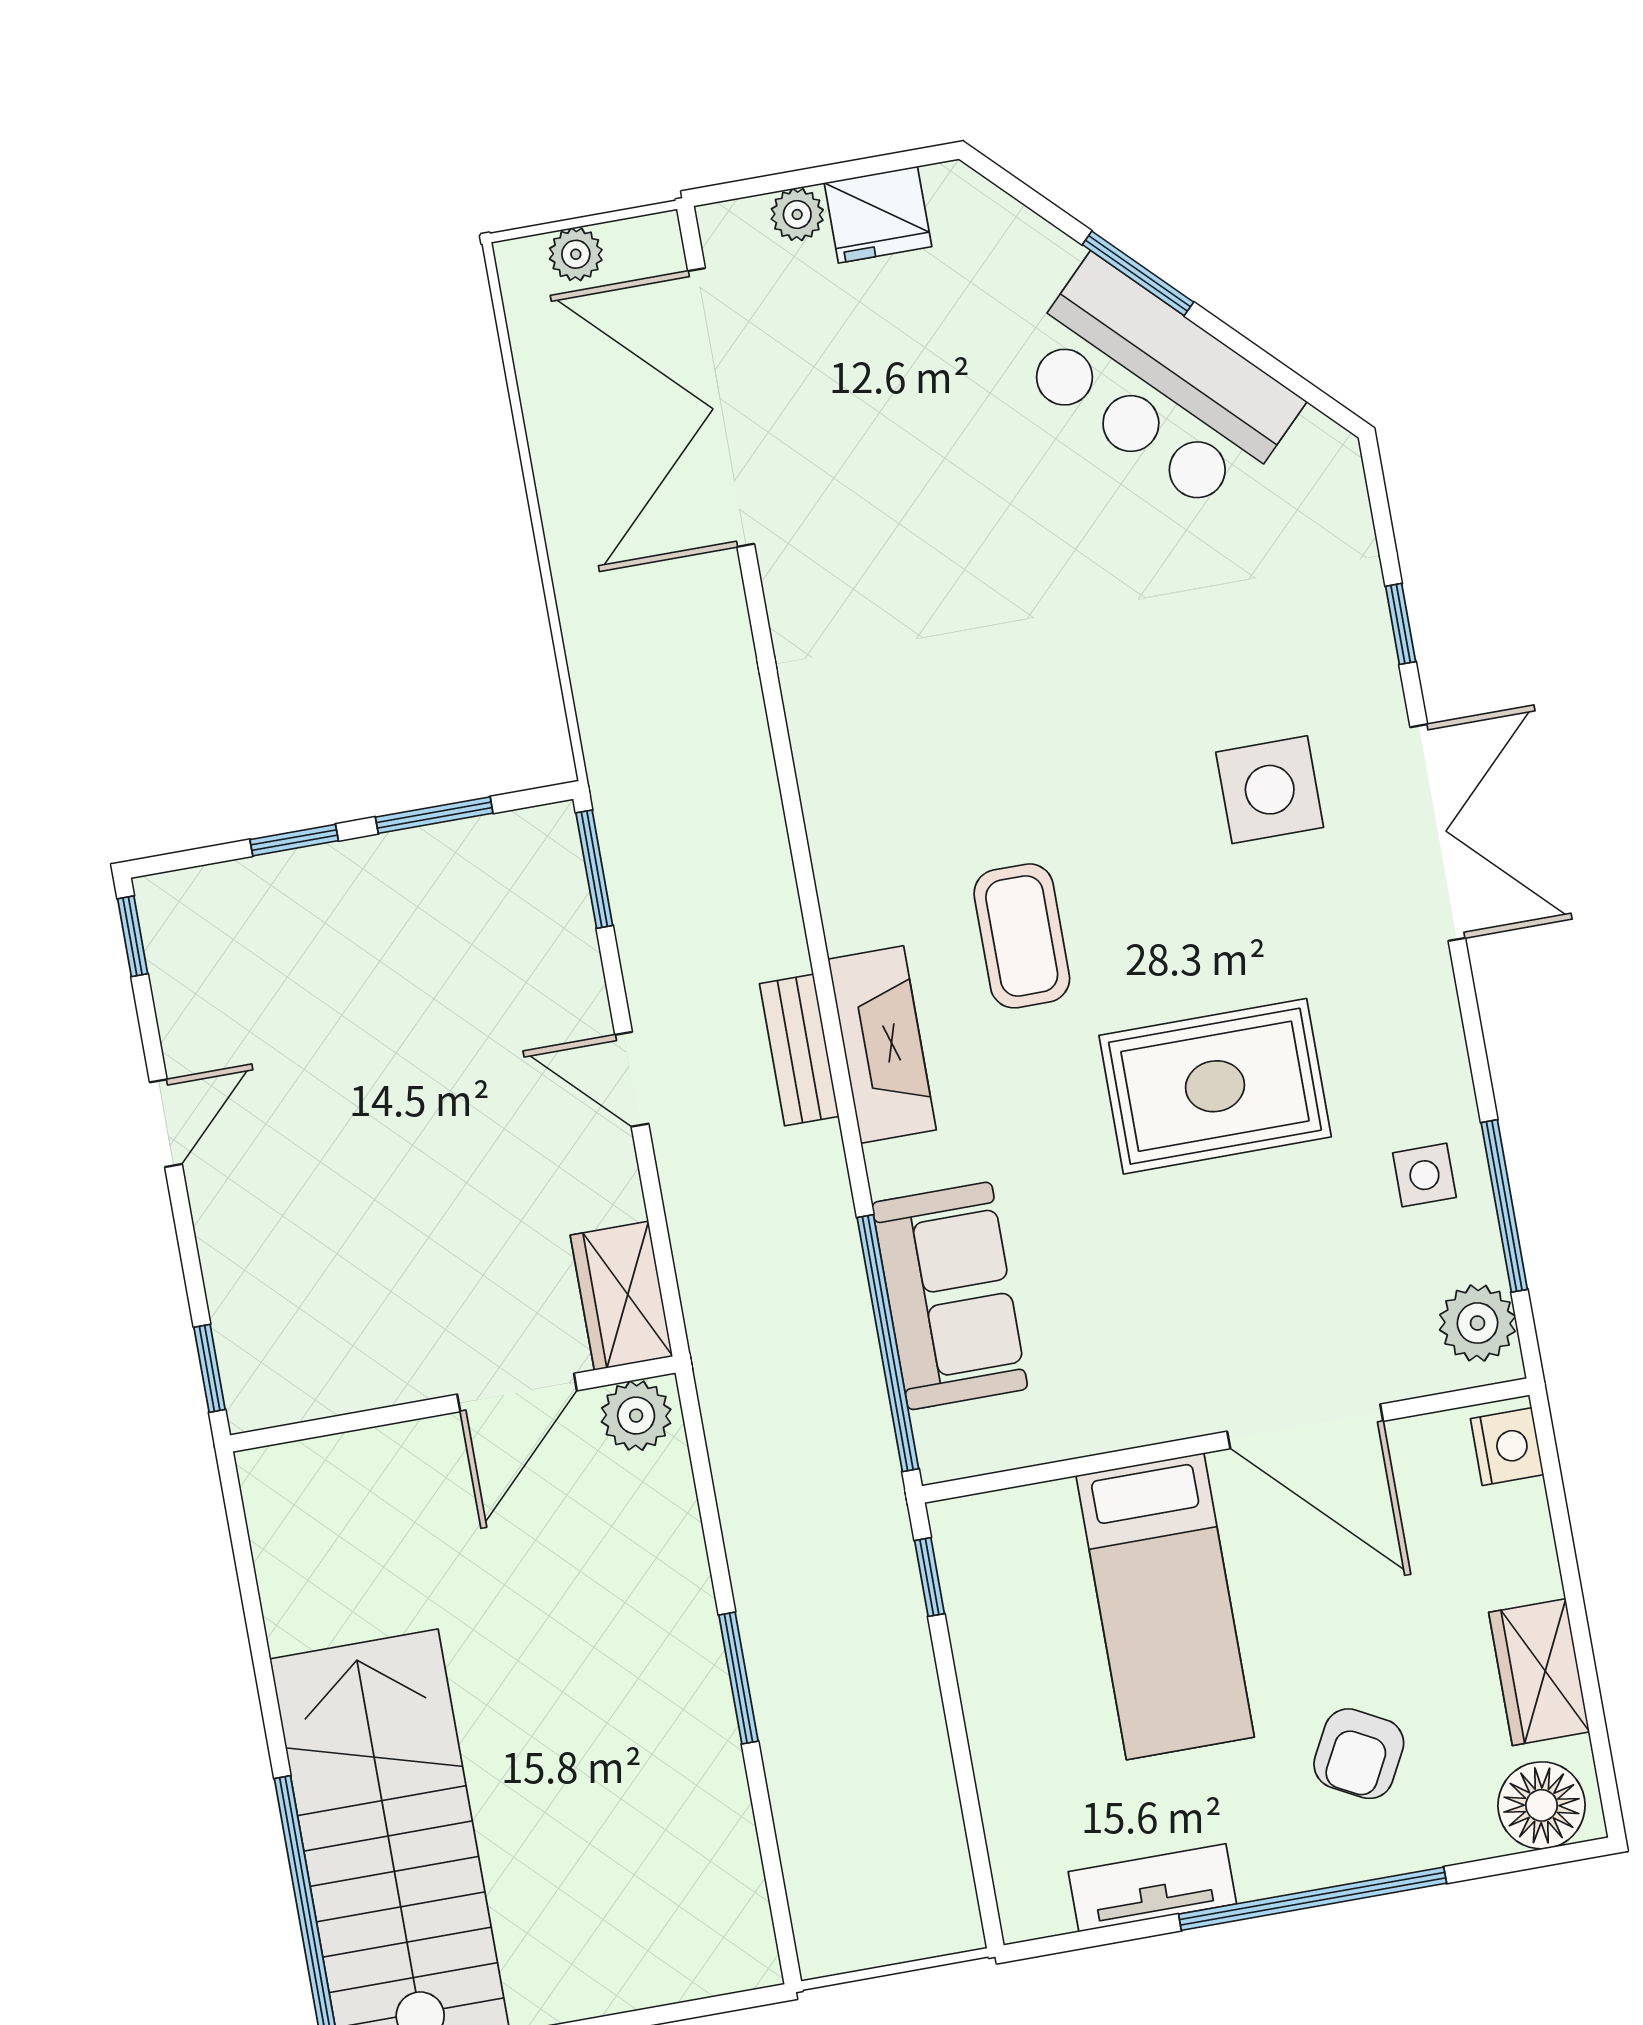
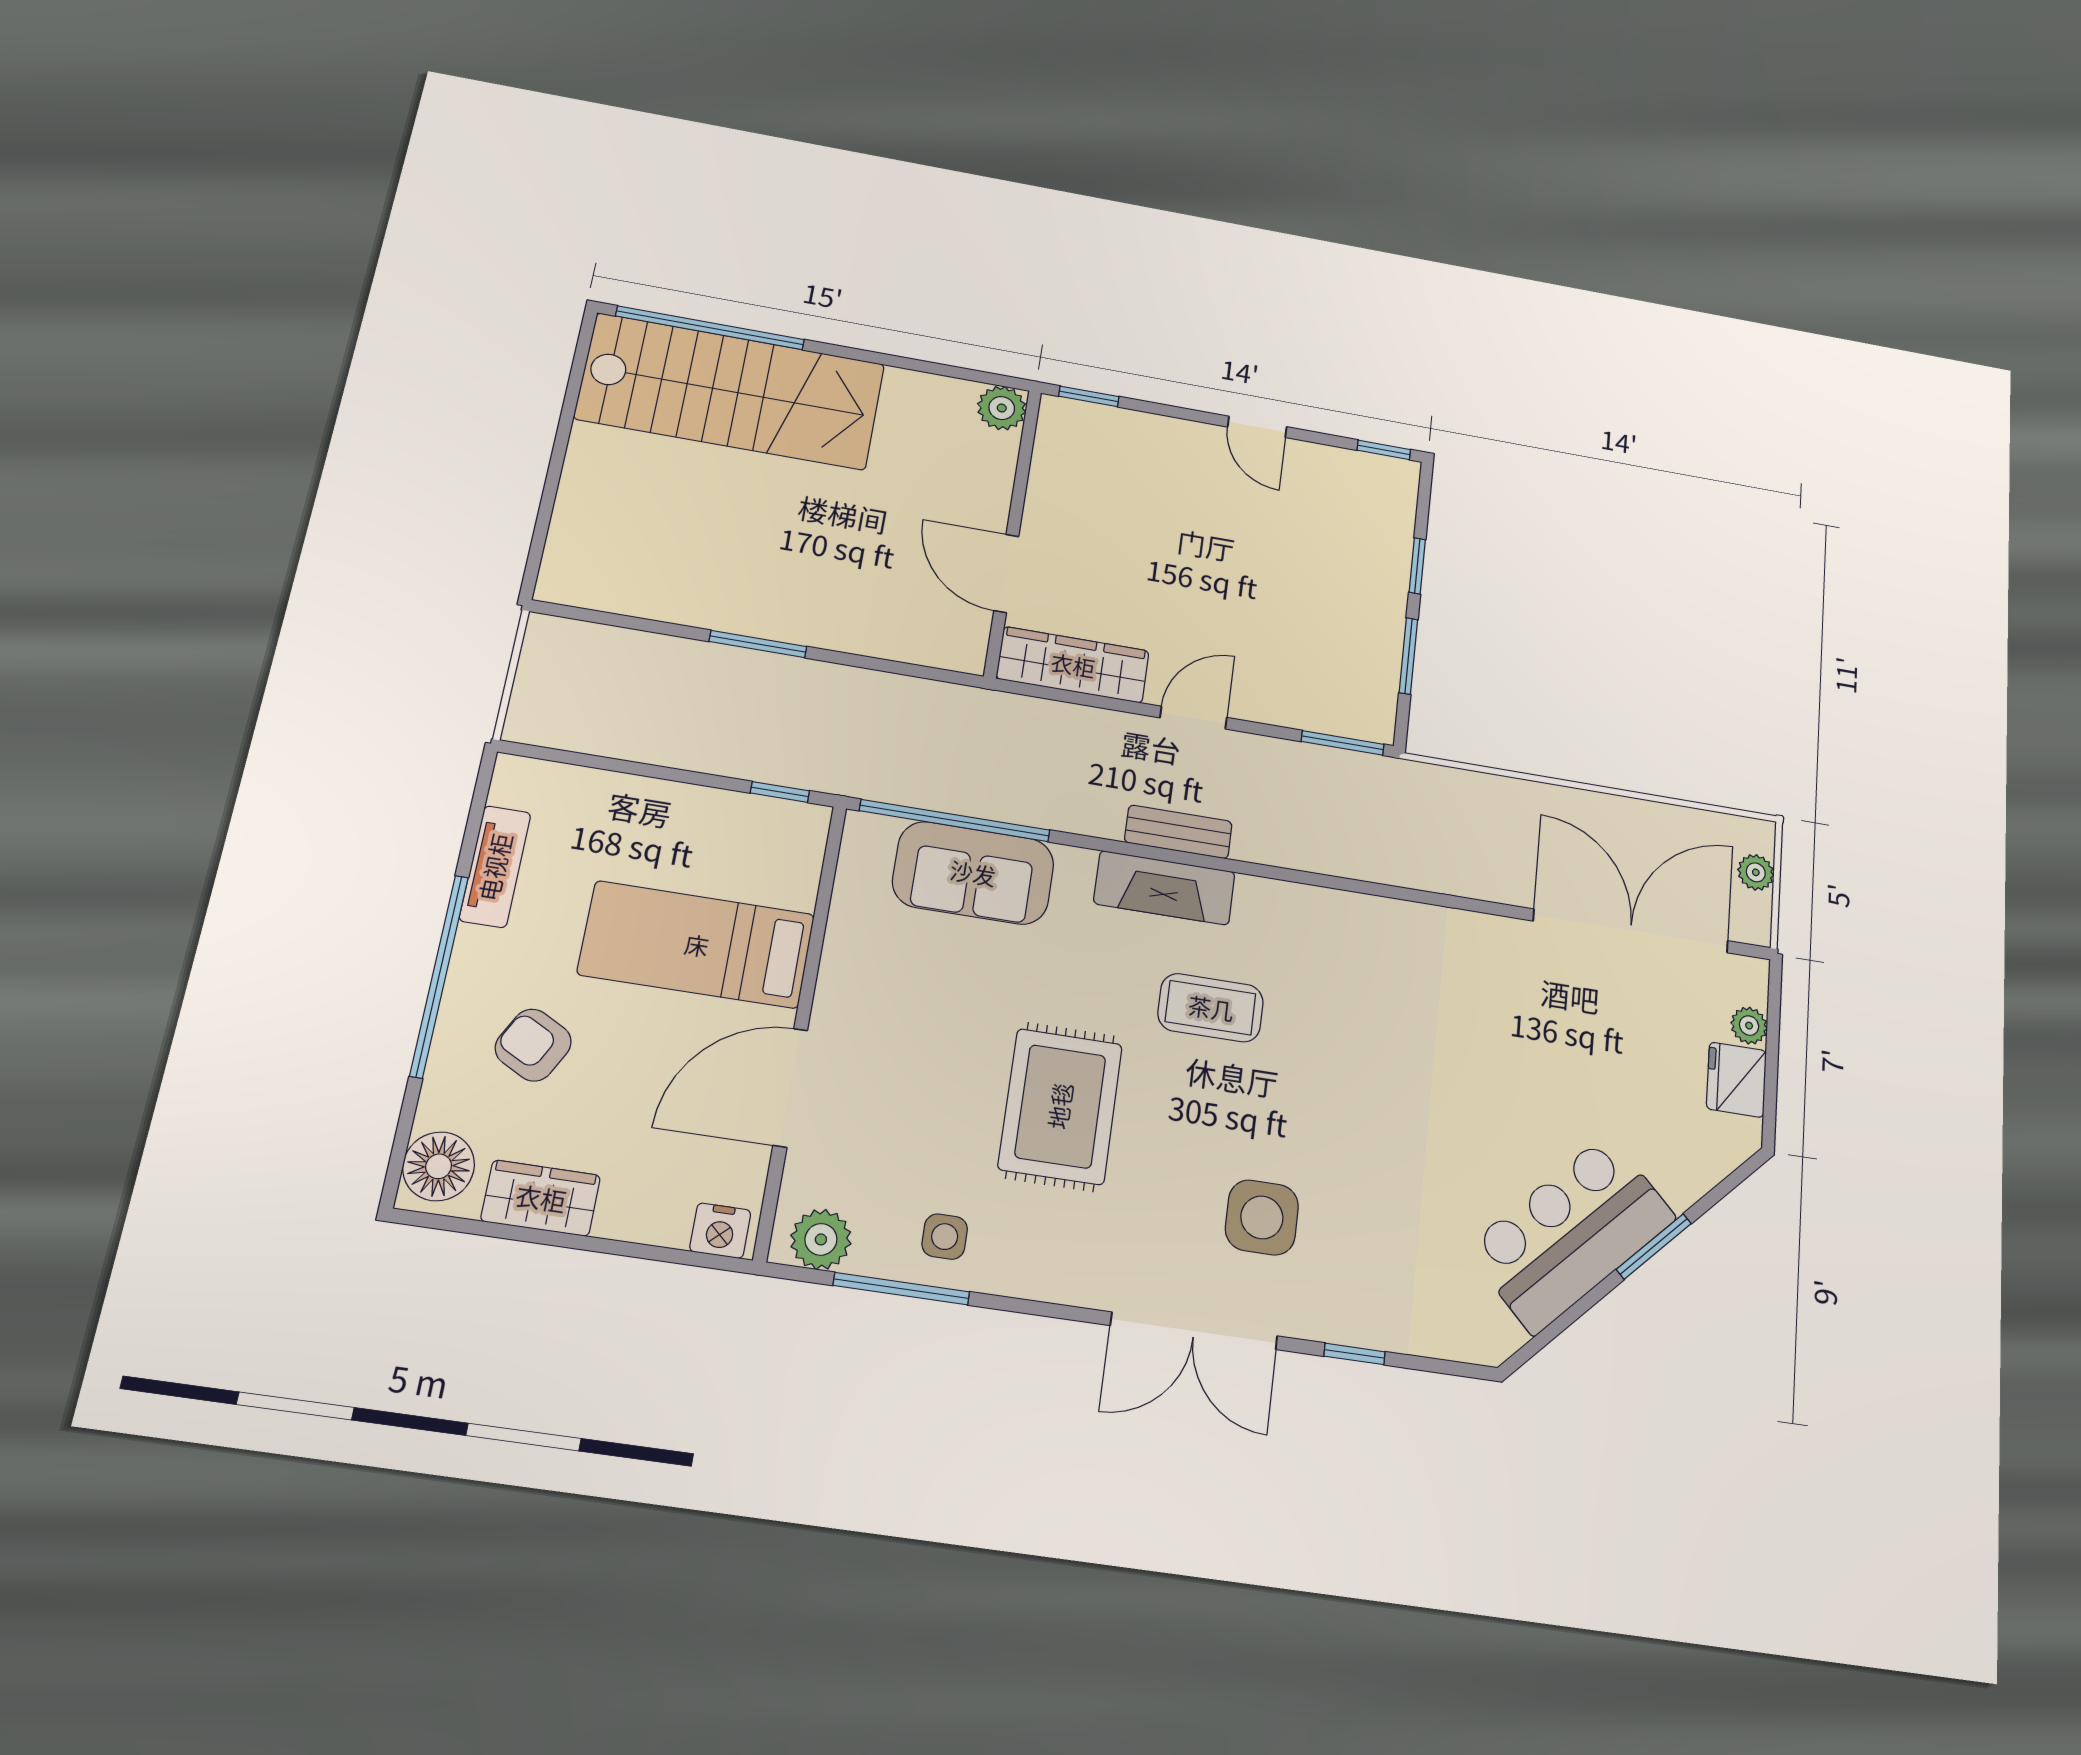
wardrobe: (622, 1296) -> (1073, 665), width x1.50
plant: (636, 1416) -> (1002, 408), moved

